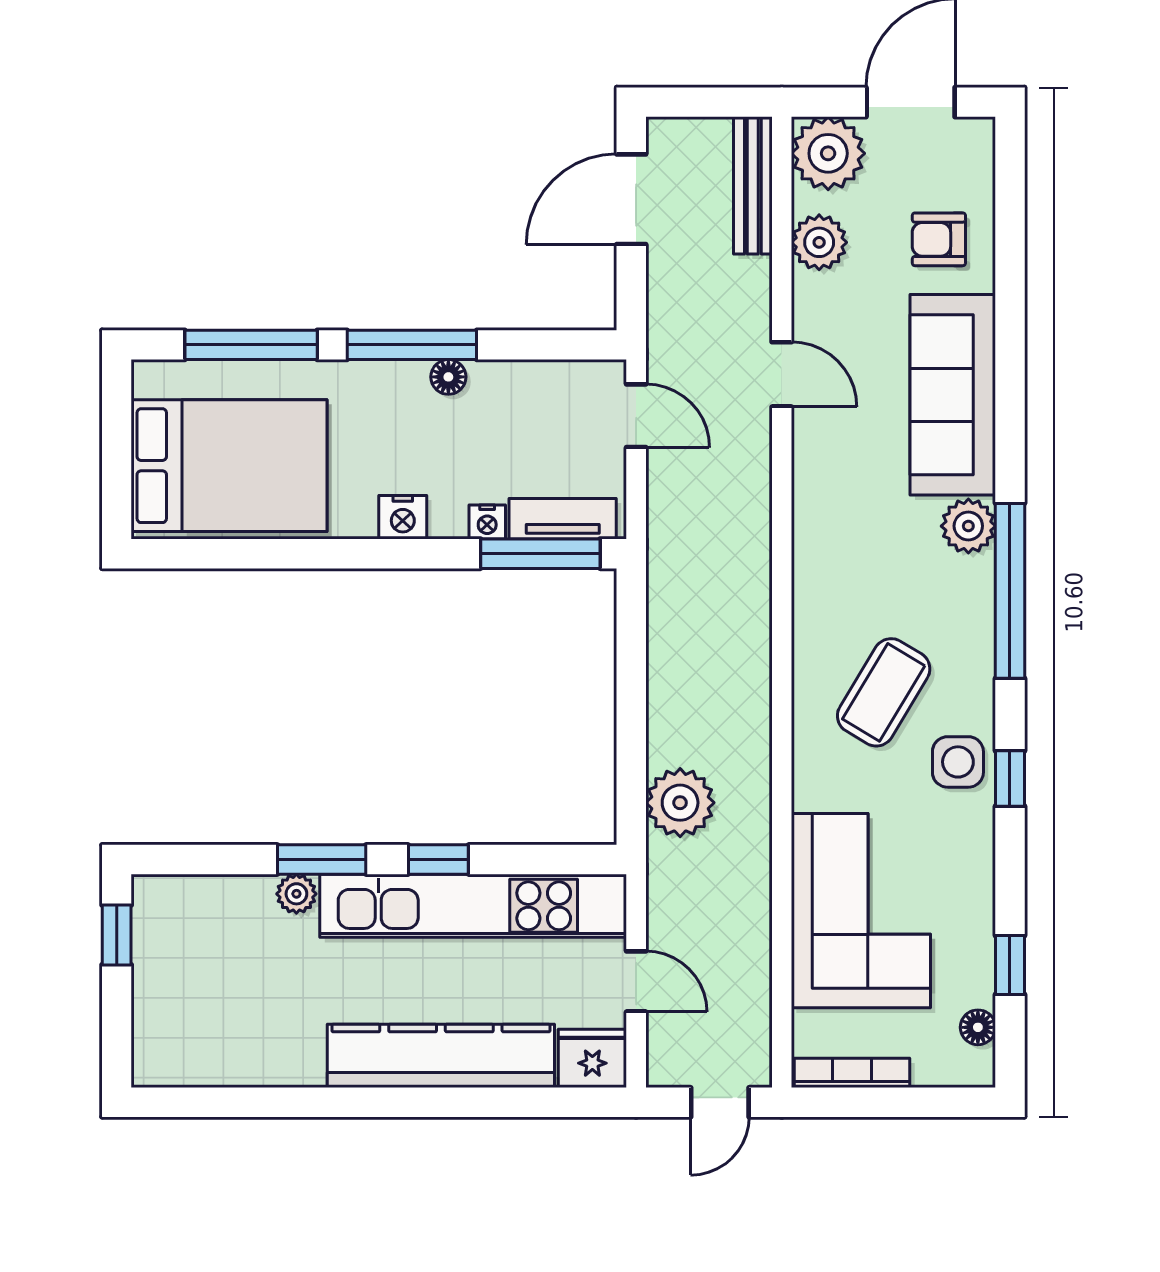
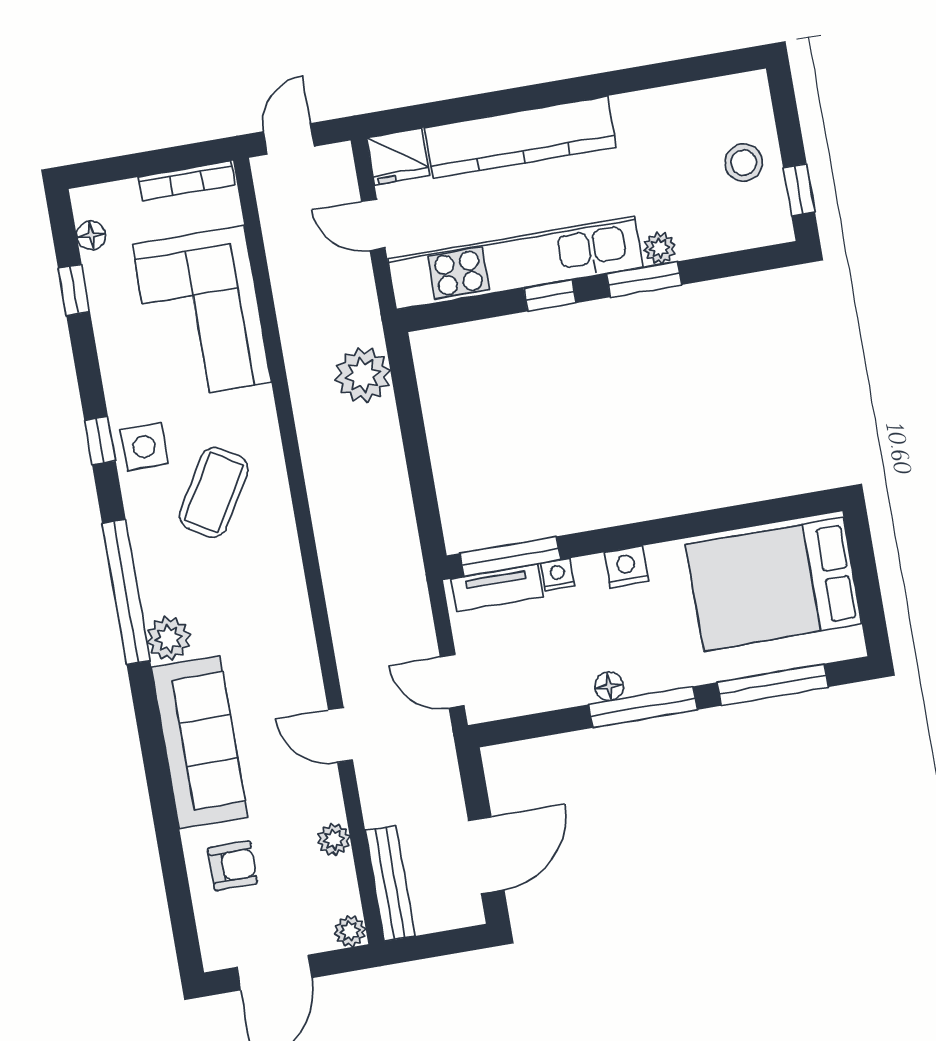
plant: (828, 153) -> (350, 931), width x0.53, depth x0.53
plant: (819, 242) -> (334, 839), width x0.73, depth x0.73
stool: (177, 979) -> (744, 163), added

